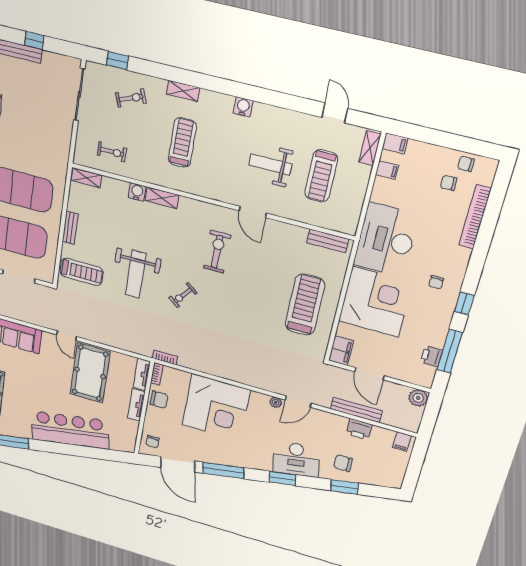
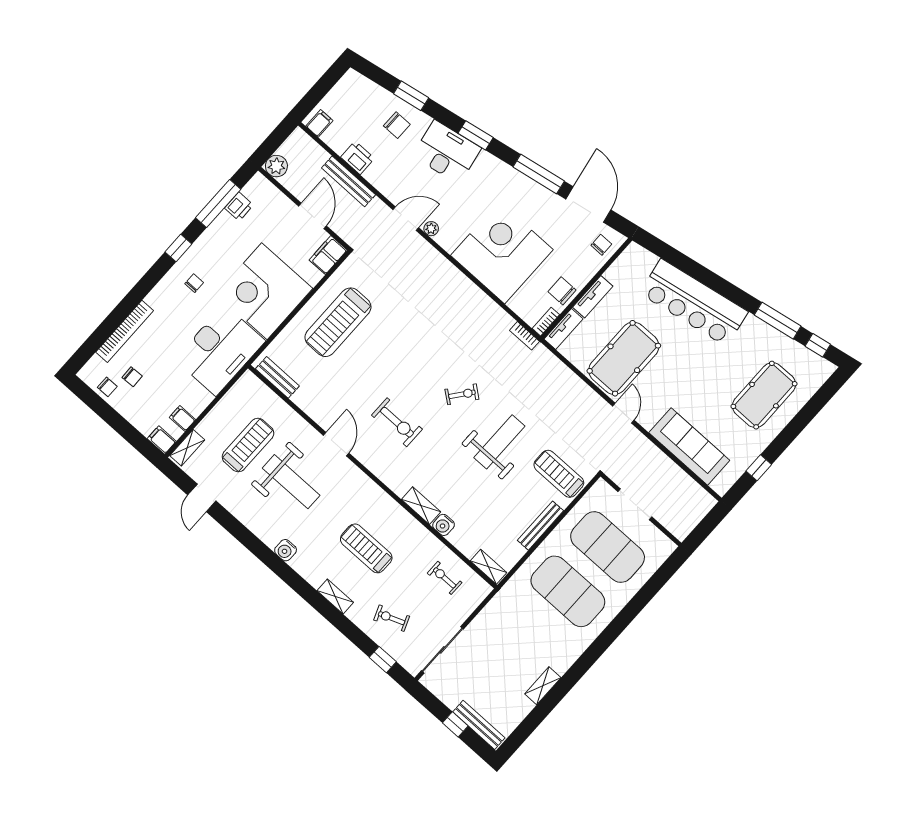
treadmill: (182, 143) -> (366, 548), turned 90
weight bench: (270, 164) -> (291, 482), width x1.36, depth x1.33
bench: (70, 228) -> (540, 526), width x1.36
exercise bike: (217, 252) -> (397, 422), turned -90

